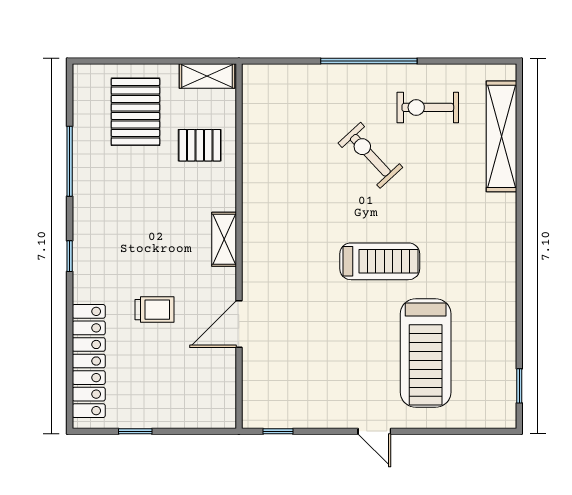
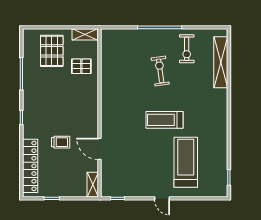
exercise bike: (428, 107) -> (187, 49), turned -90
exercise bike: (370, 155) -> (160, 71), turned 35
shelving: (224, 239) -> (93, 185), moved
treadmill: (380, 261) -> (165, 120), turned 180
door: (239, 324) -> (100, 149), hinge flipped
treadmill: (426, 353) -> (186, 162), turned 180

